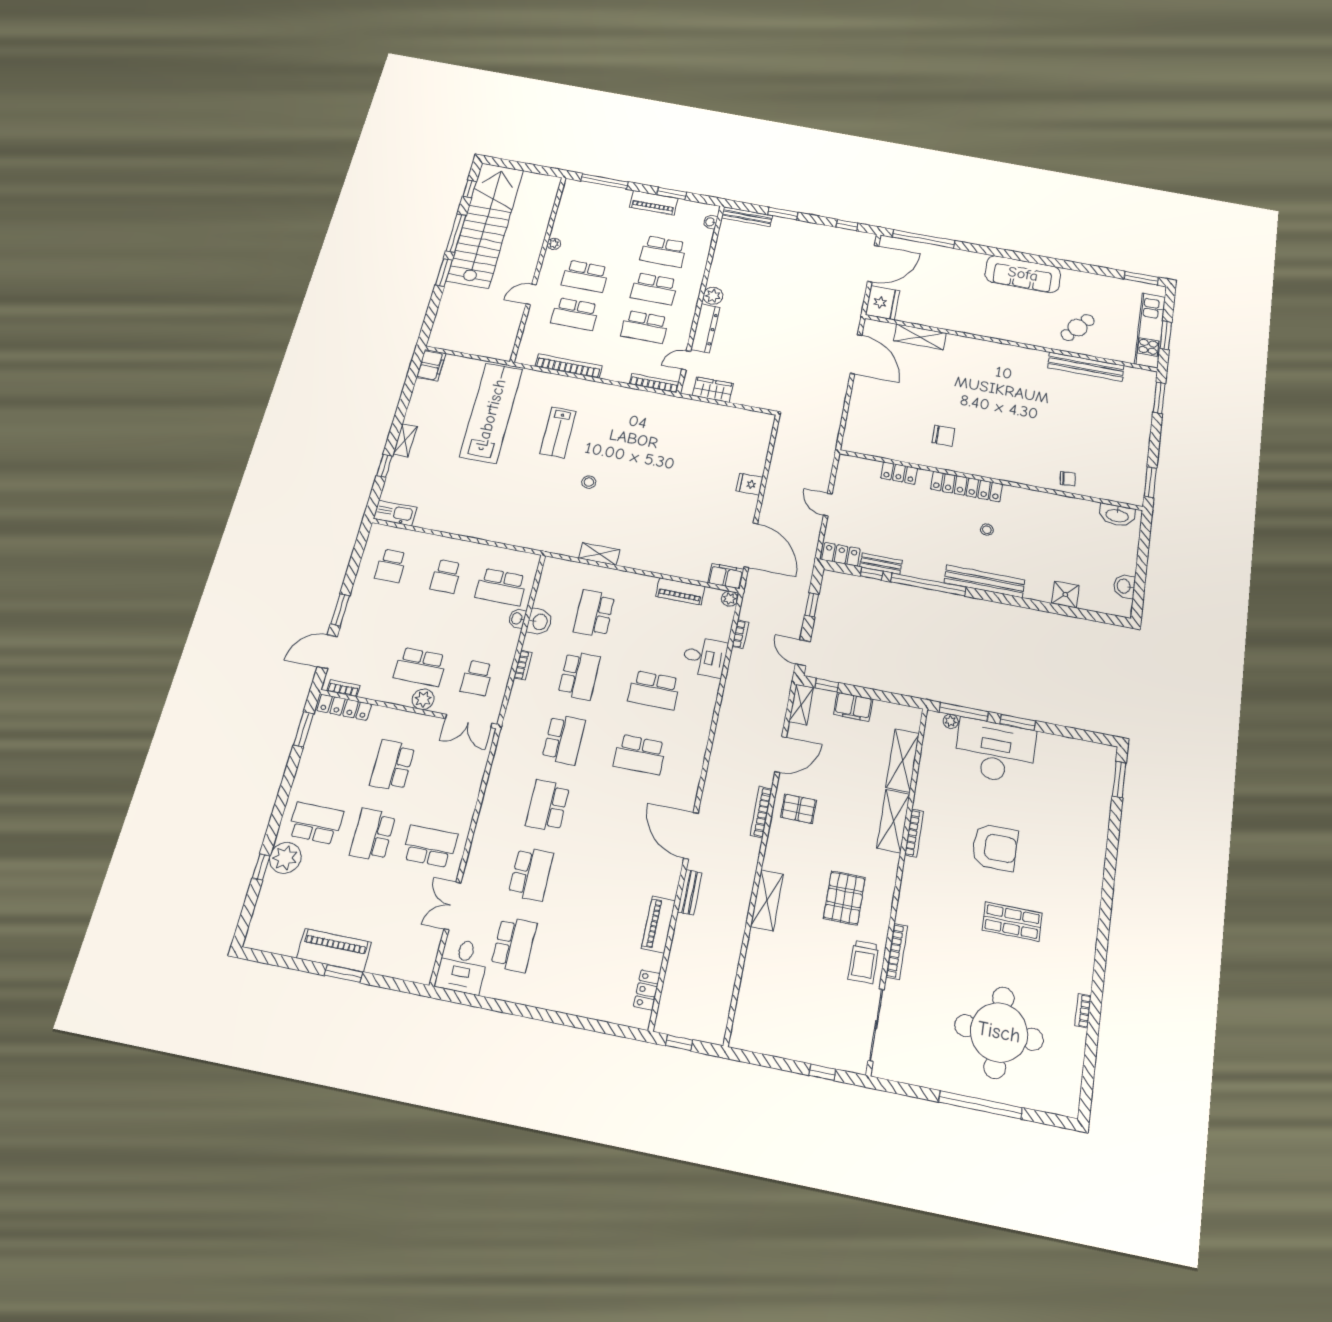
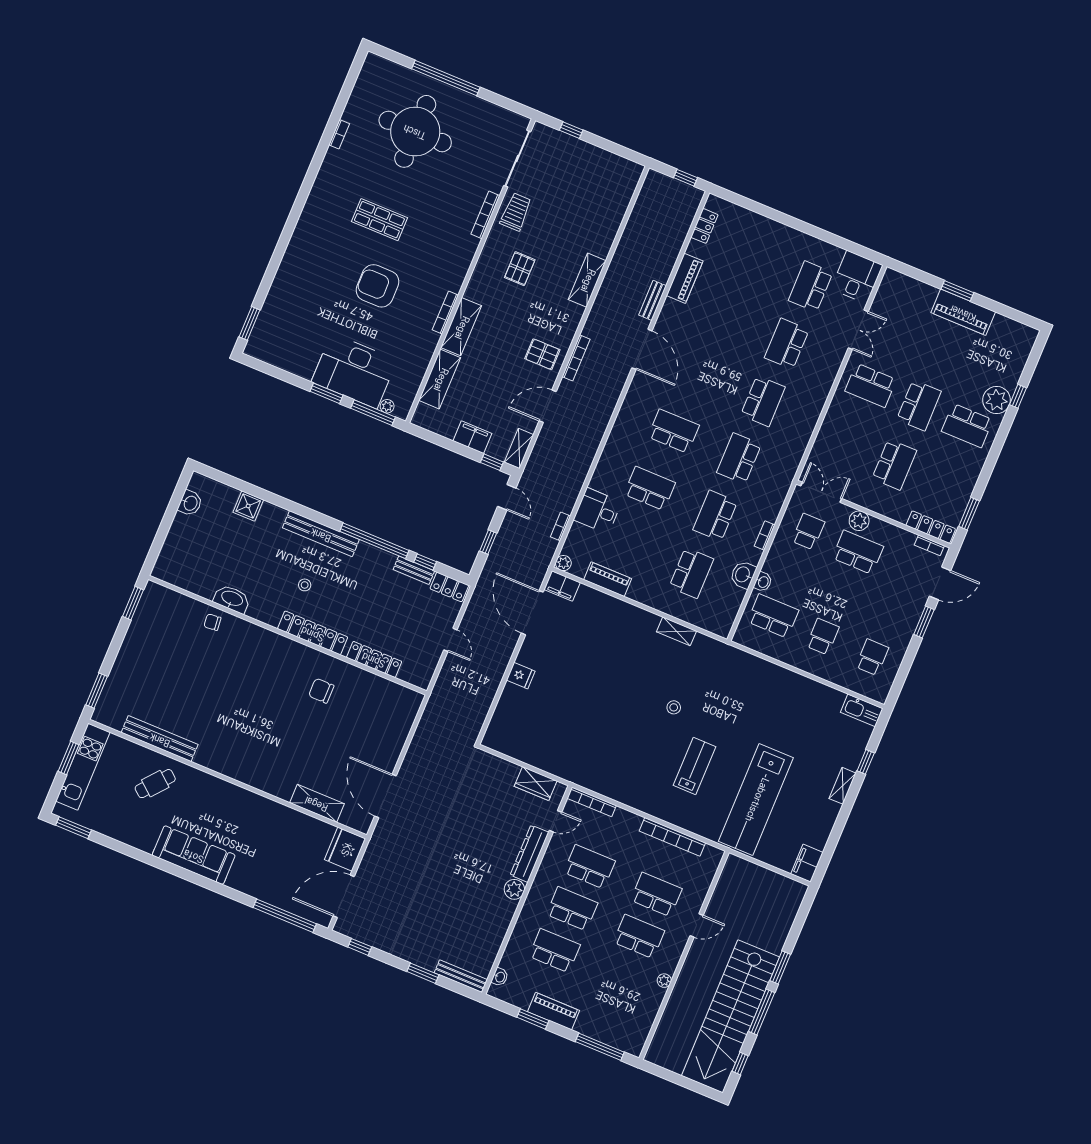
locker: (899, 473) -> (374, 659), width x1.53
washbasin: (1117, 515) -> (232, 599), moved
pallet: (844, 898) -> (520, 269), width x0.67, depth x0.71

